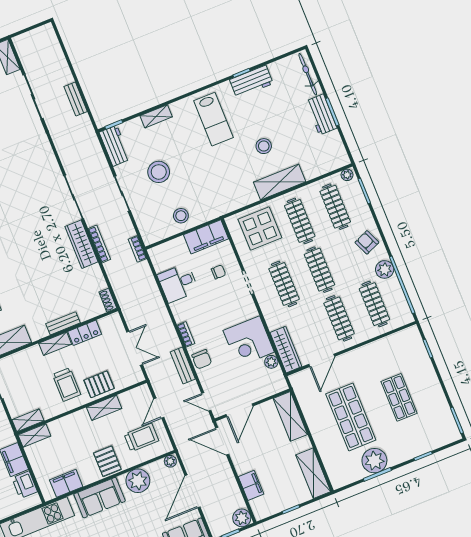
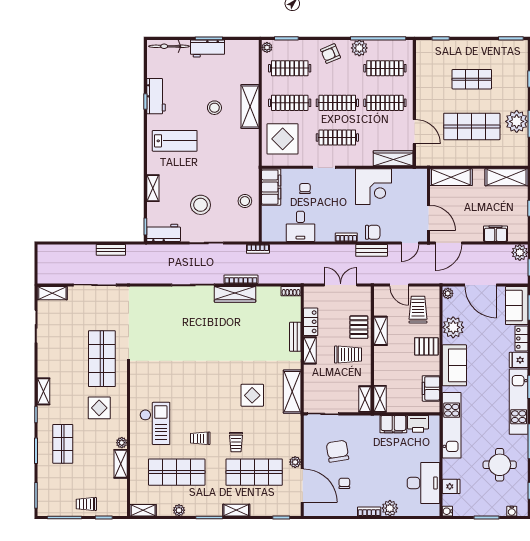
plant: (271, 362) -> (399, 175), removed

